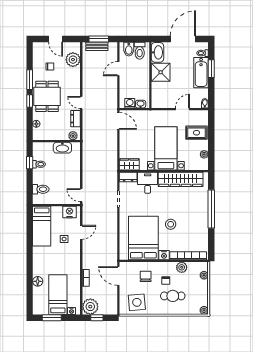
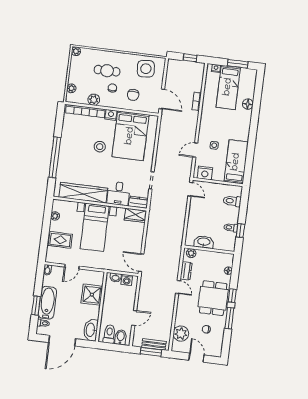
shower: (161, 72) -> (92, 295), moved
plant: (90, 307) -> (196, 70), removed

